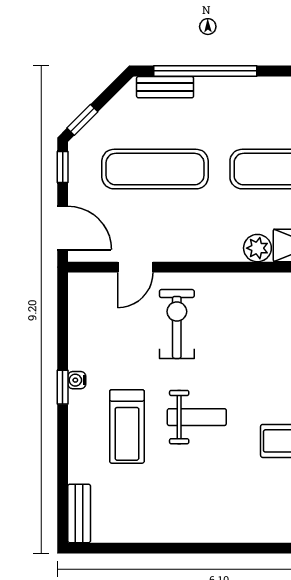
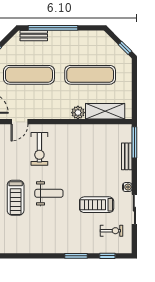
exercise bike: (177, 324) -> (39, 149), turned 180
window: (253, 548) -> (76, 256), added

